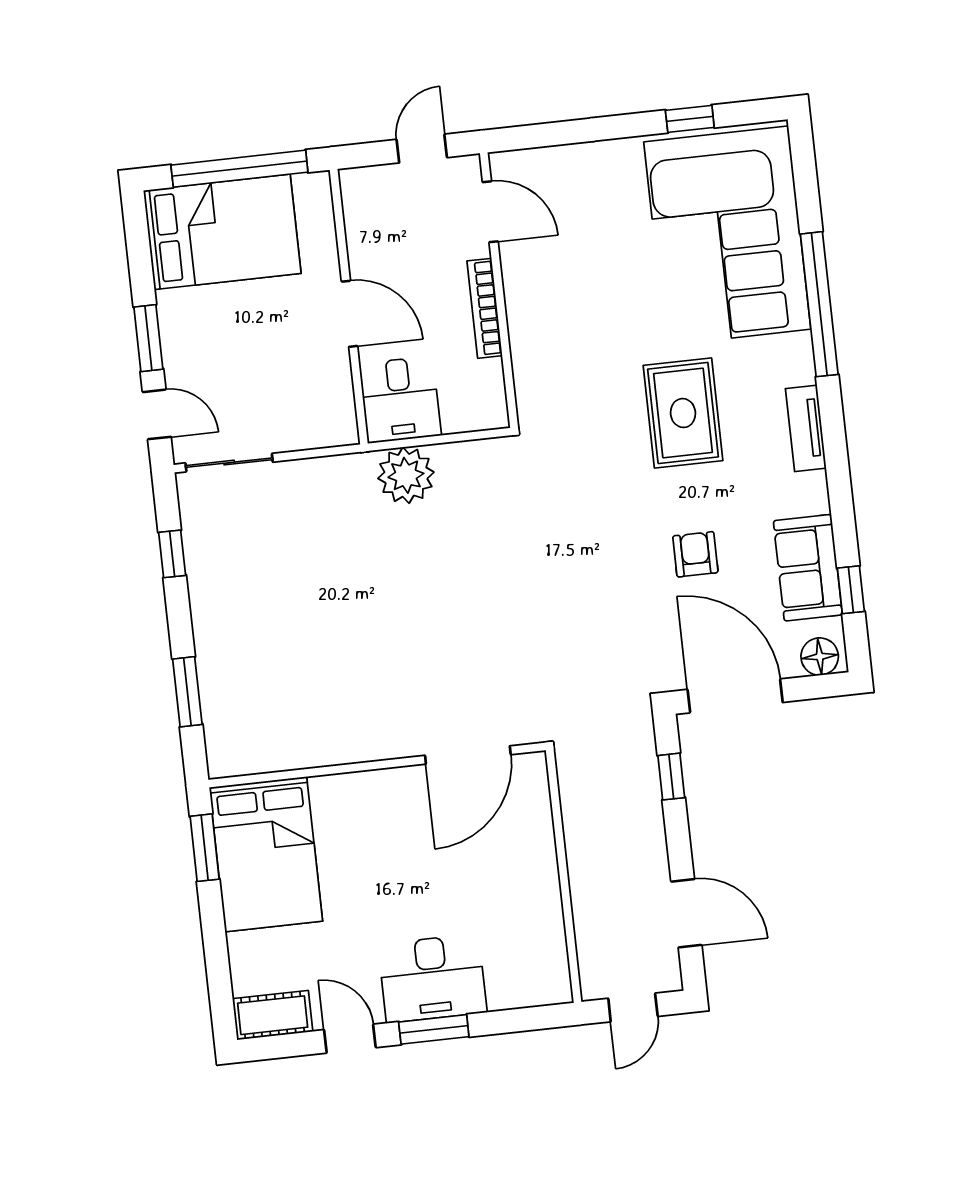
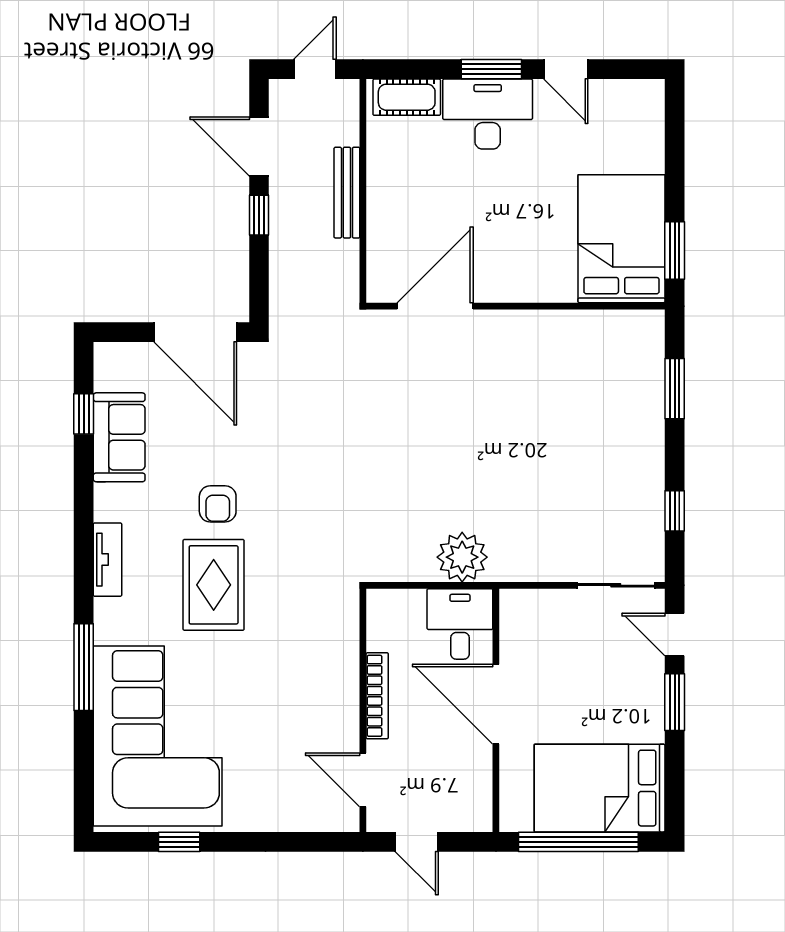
door: (422, 148) -> (417, 842), hinge flipped
window: (819, 304) -> (84, 667), width x0.68
door: (350, 314) -> (496, 704), width x1.36
armchair: (695, 554) -> (218, 504), moved
floor lamp: (820, 657) -> (117, 358), removed
window: (671, 777) -> (259, 215), moved
bench: (581, 872) -> (347, 193), added
cot: (273, 1015) -> (407, 97), moved

